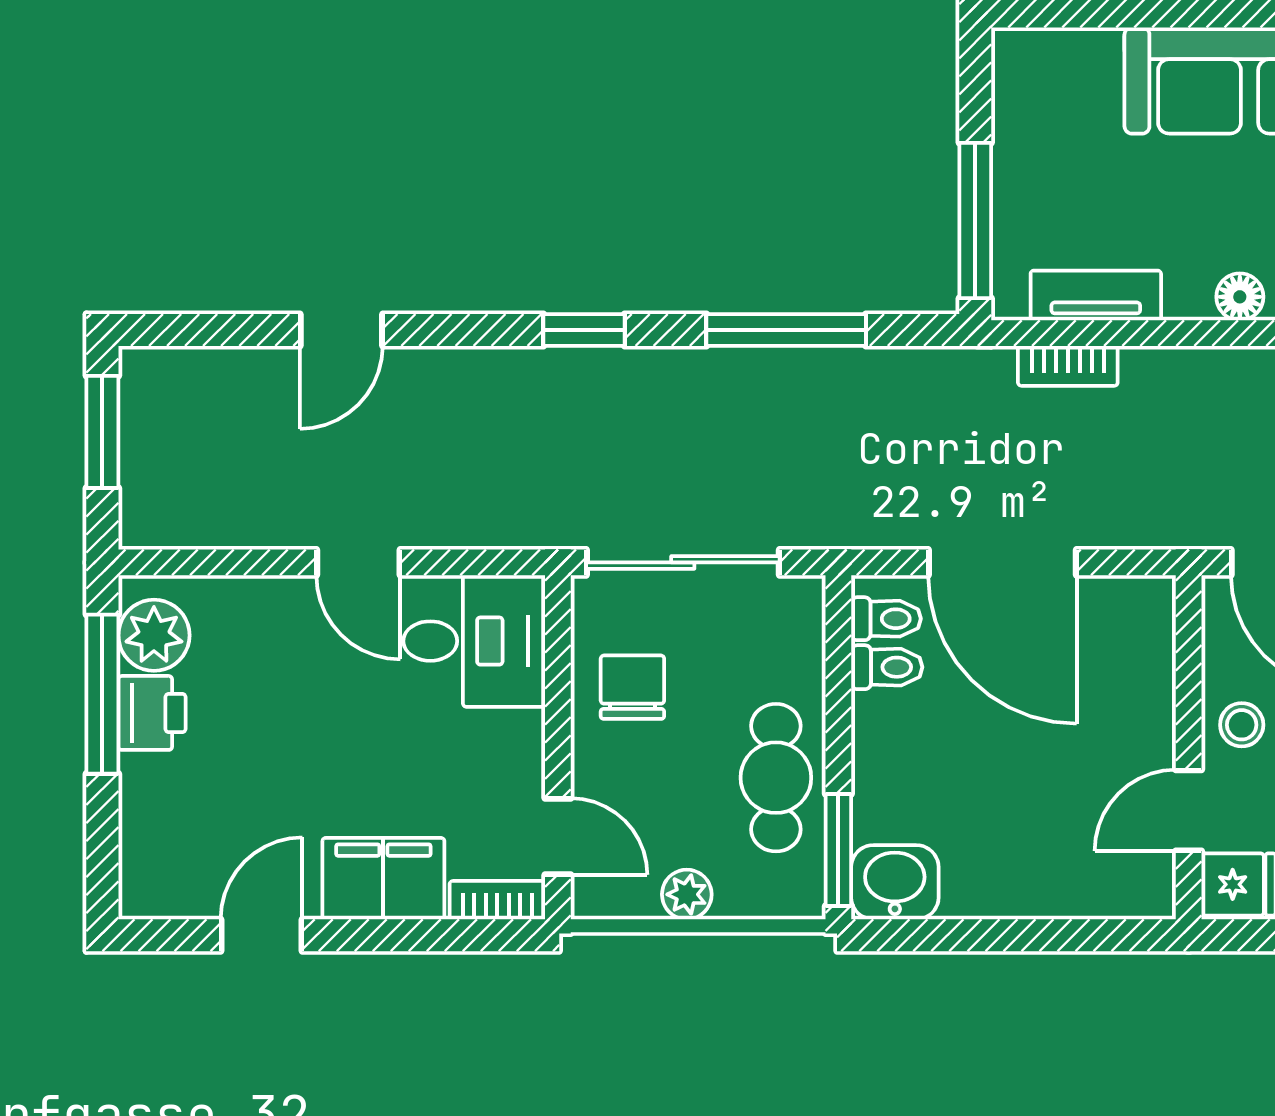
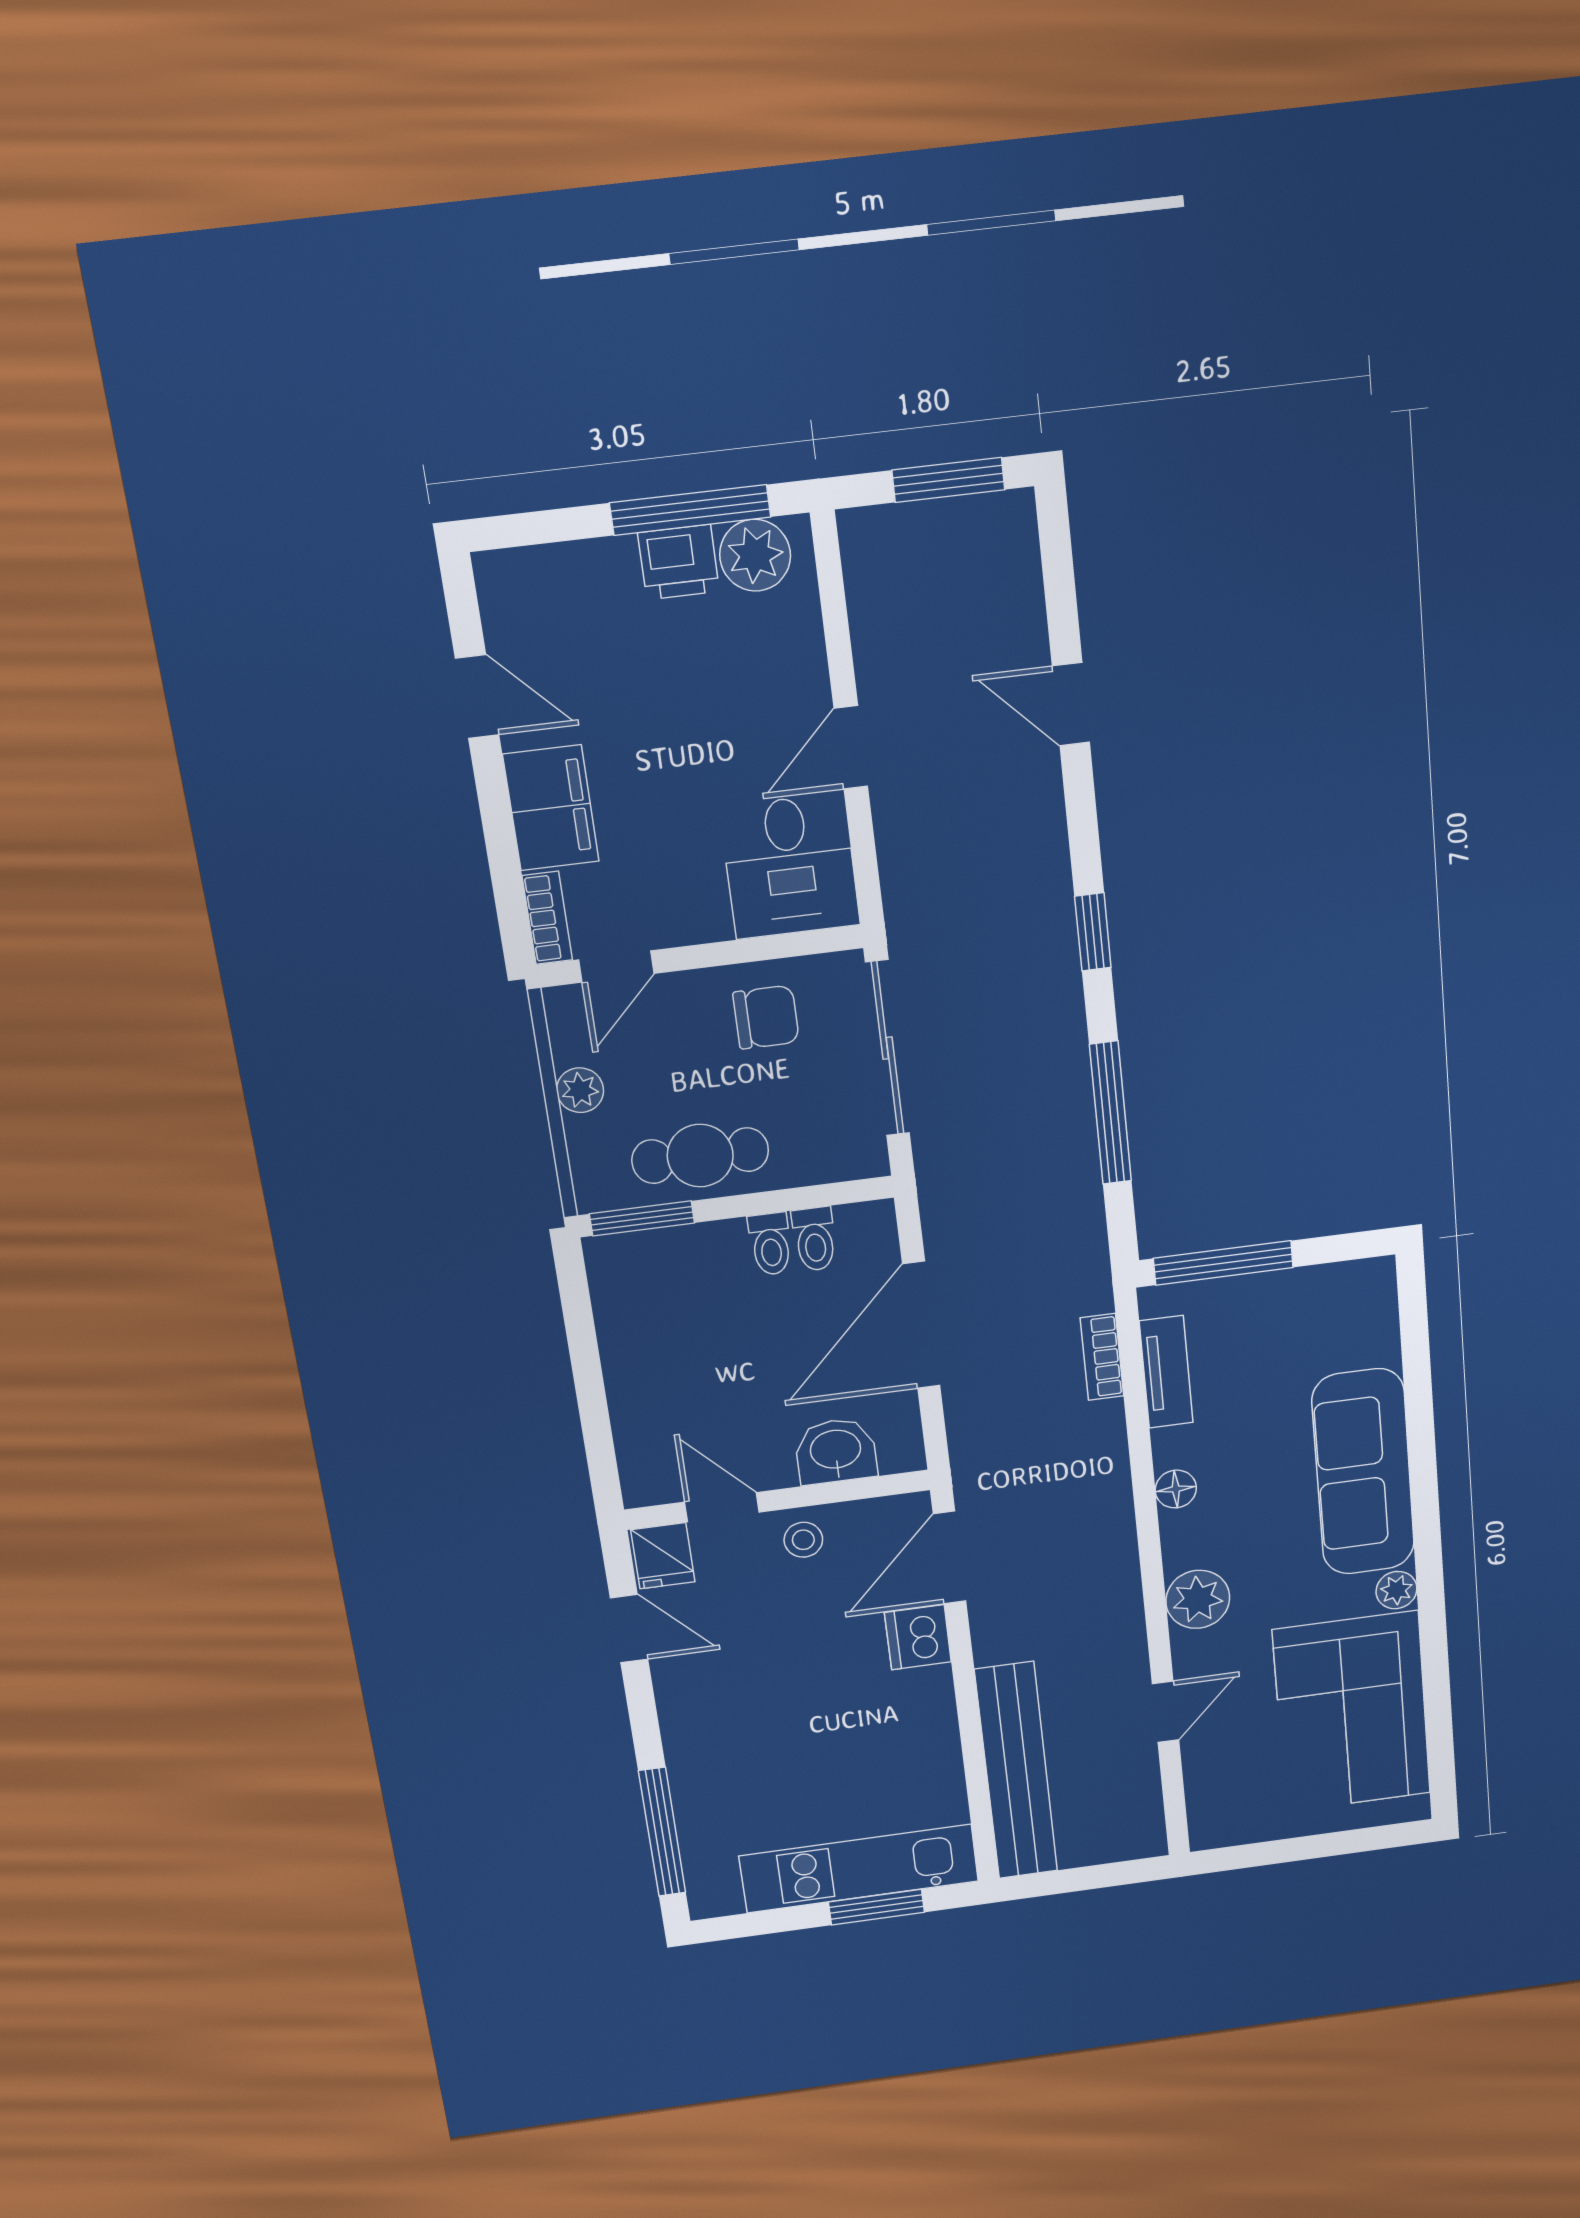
toilet: (886, 619) -> (770, 1244), moved
washbasin: (895, 882) -> (836, 1451), moved, turned -90

